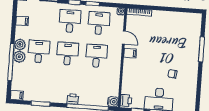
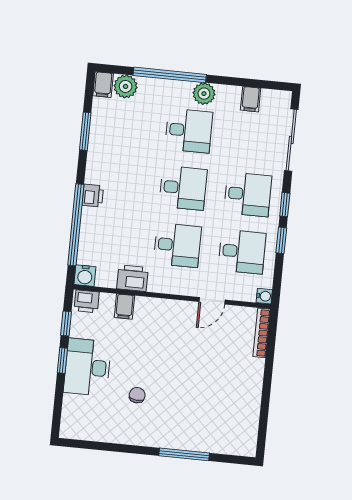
filing cabinet: (130, 53) -> (124, 306), moved
plant: (19, 57) -> (126, 86), moved
printer: (114, 78) -> (132, 278), added

